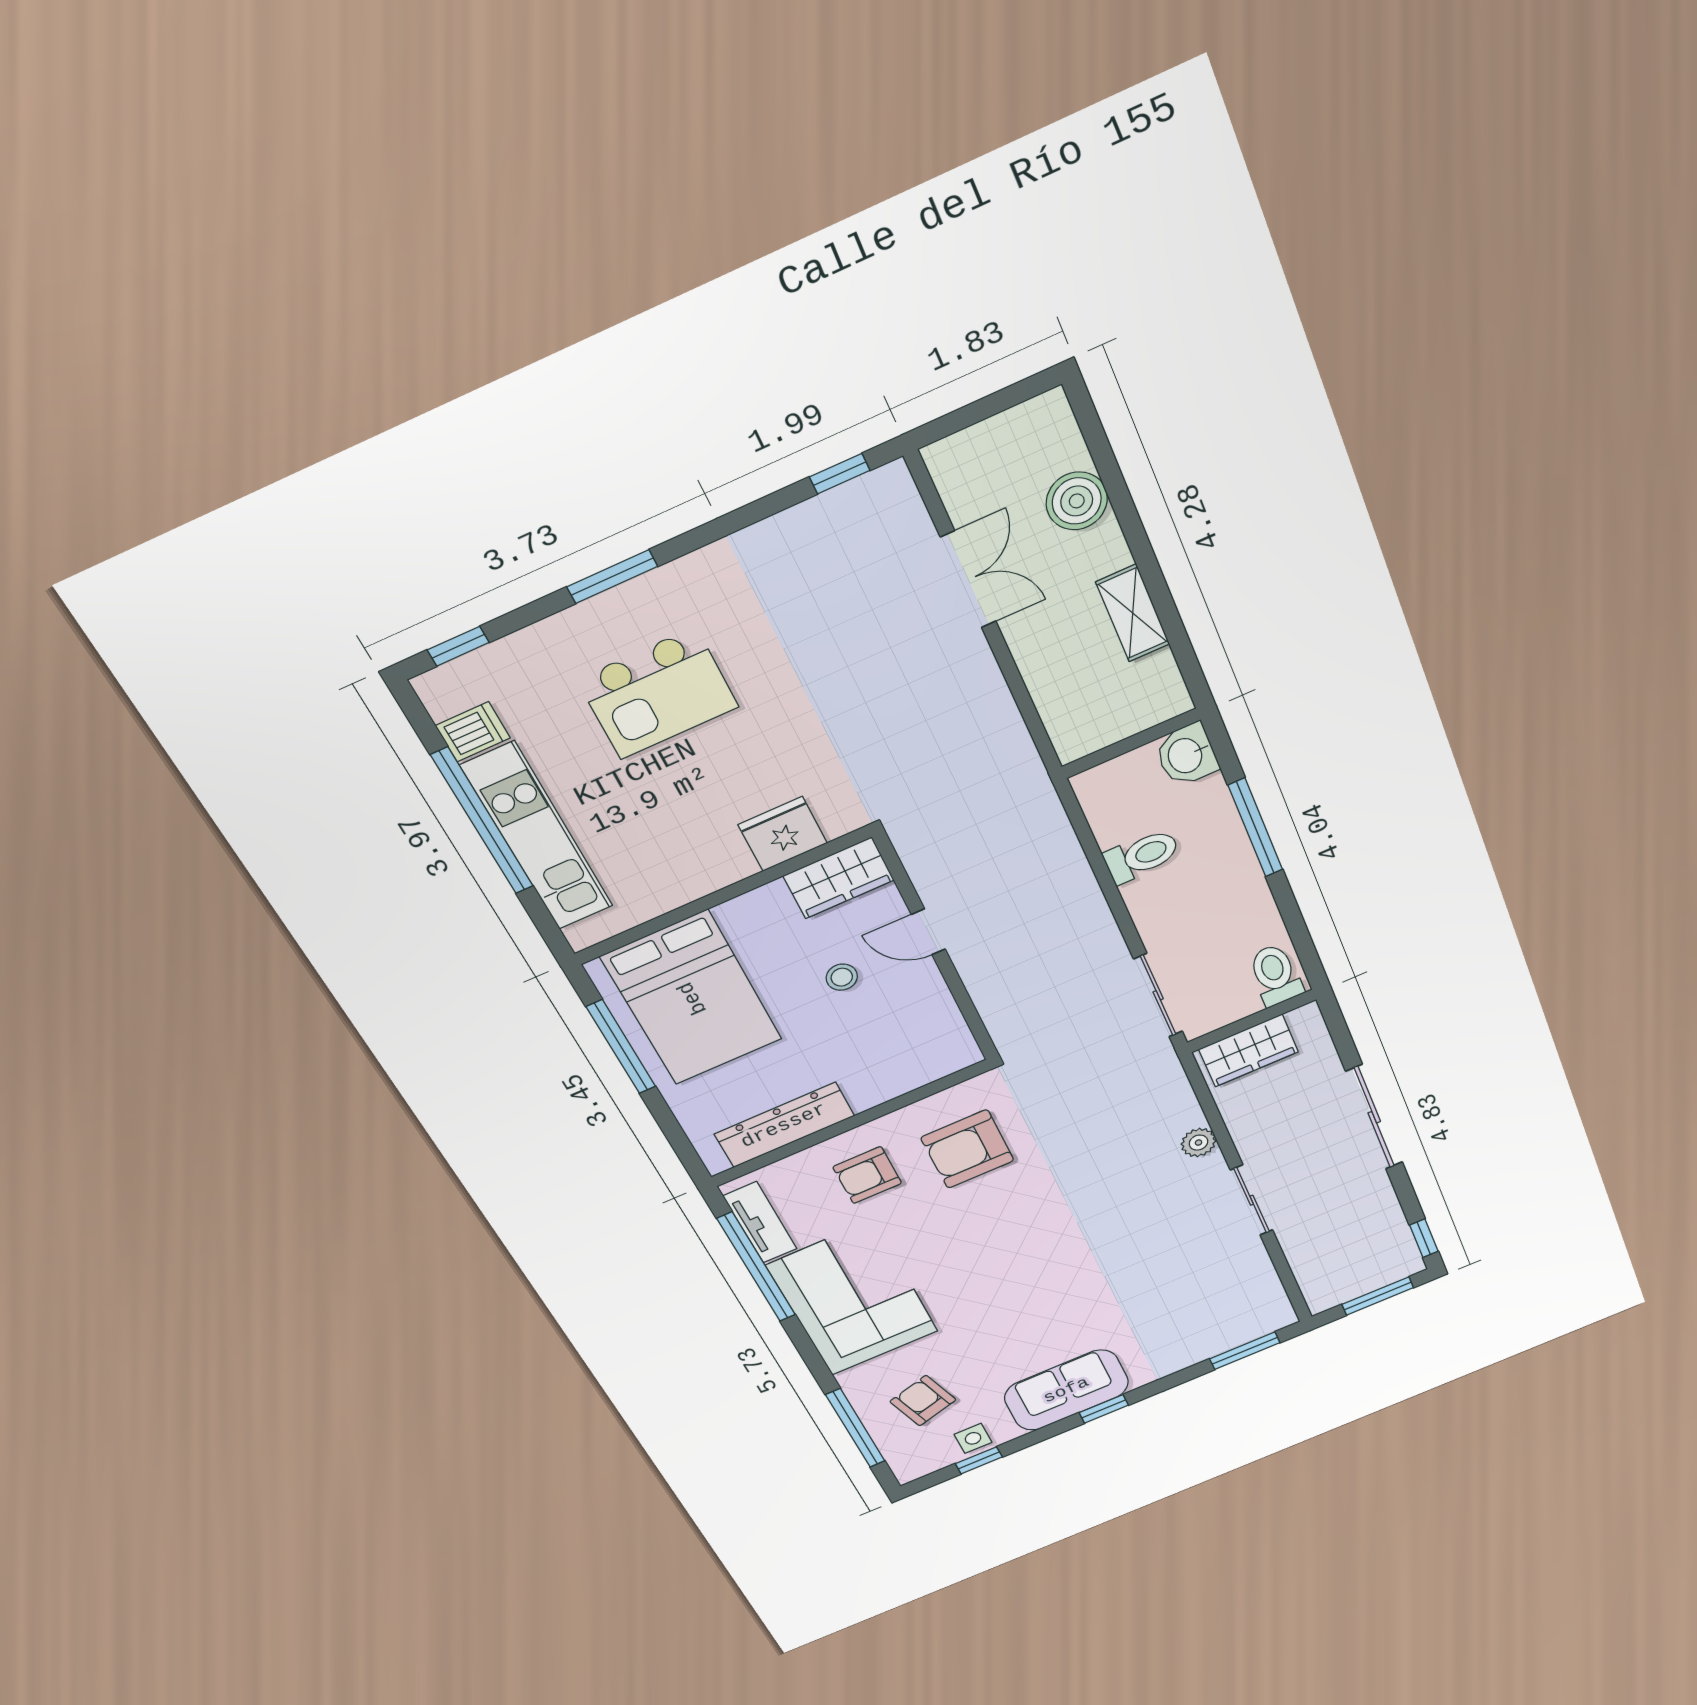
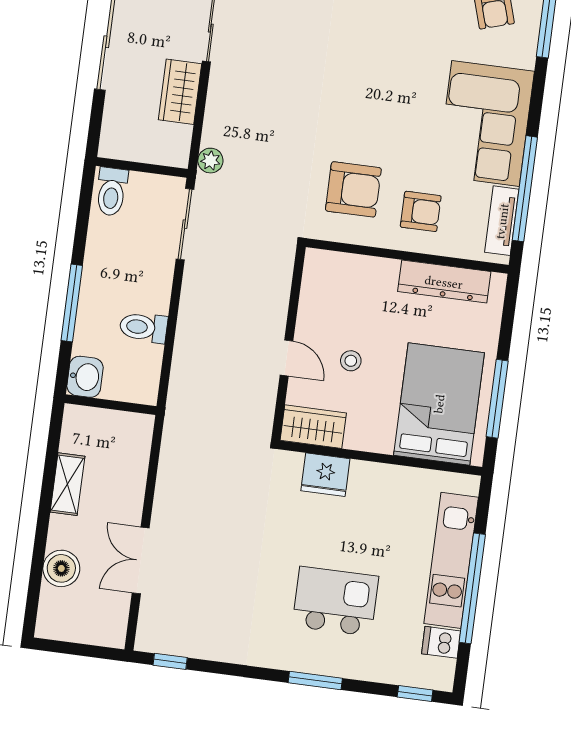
wardrobe: (1249, 1051) -> (180, 92), moved, turned -90
plant: (1199, 1143) -> (210, 161), moved

